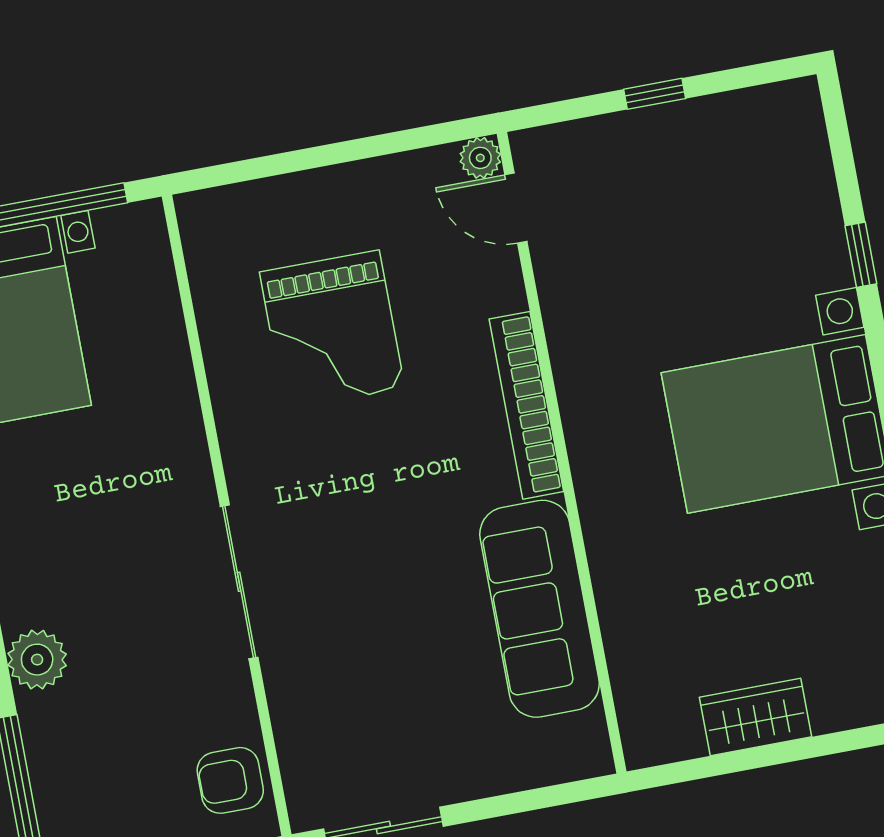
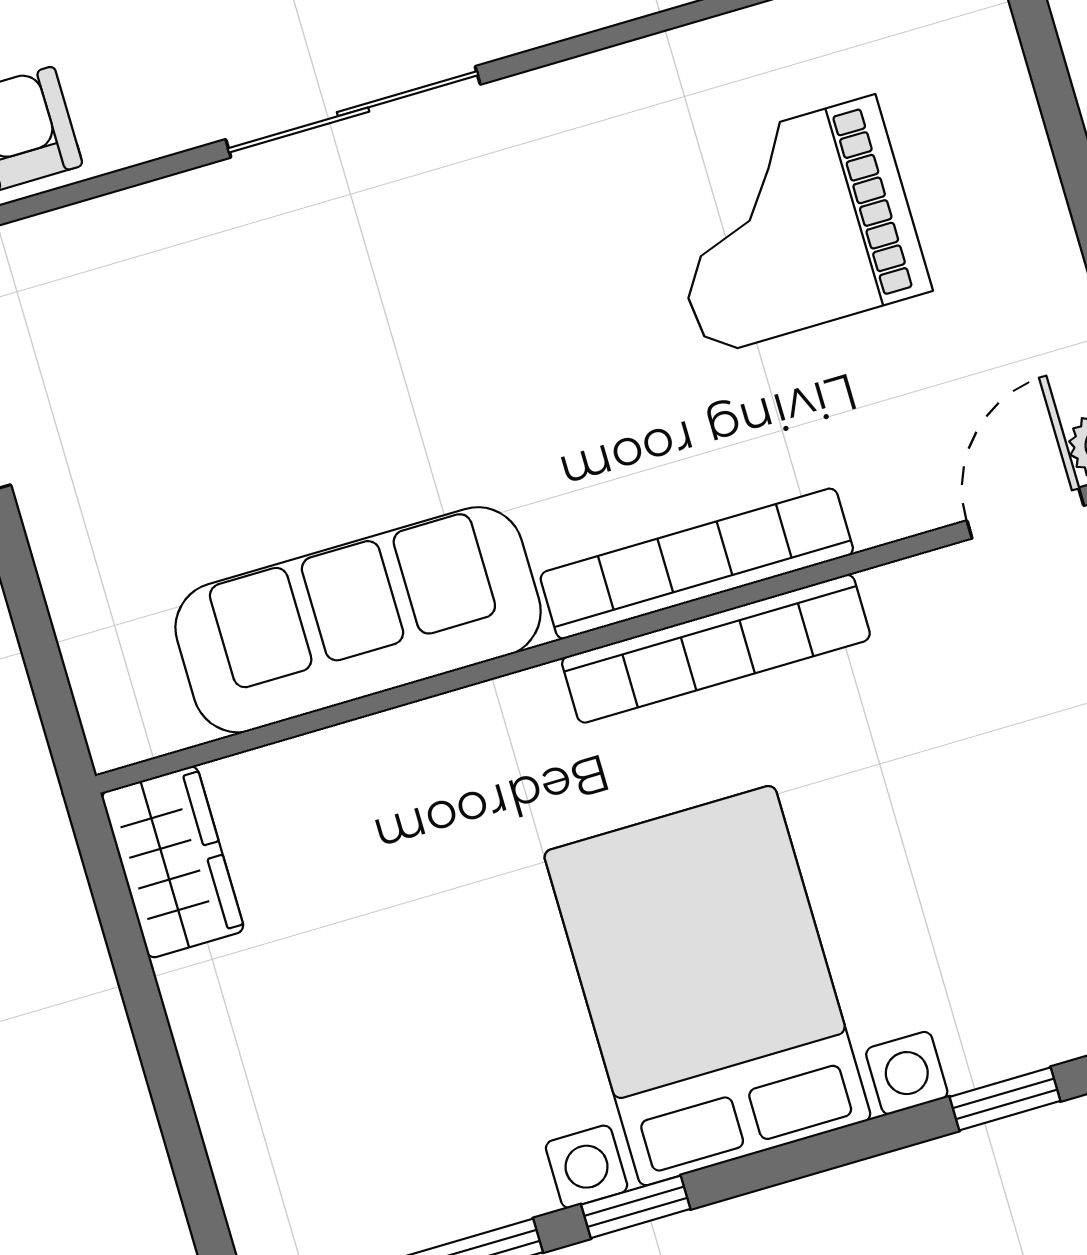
bookcase: (578, 399) -> (716, 649), added
wardrobe: (755, 717) -> (173, 862), moved

